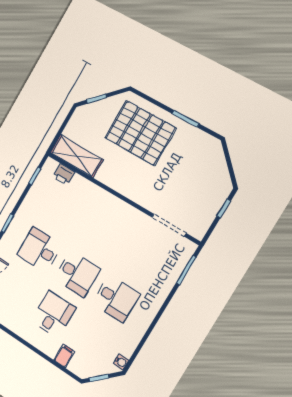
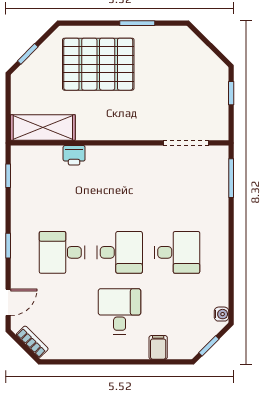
printer: (64, 174) -> (74, 155), moved

